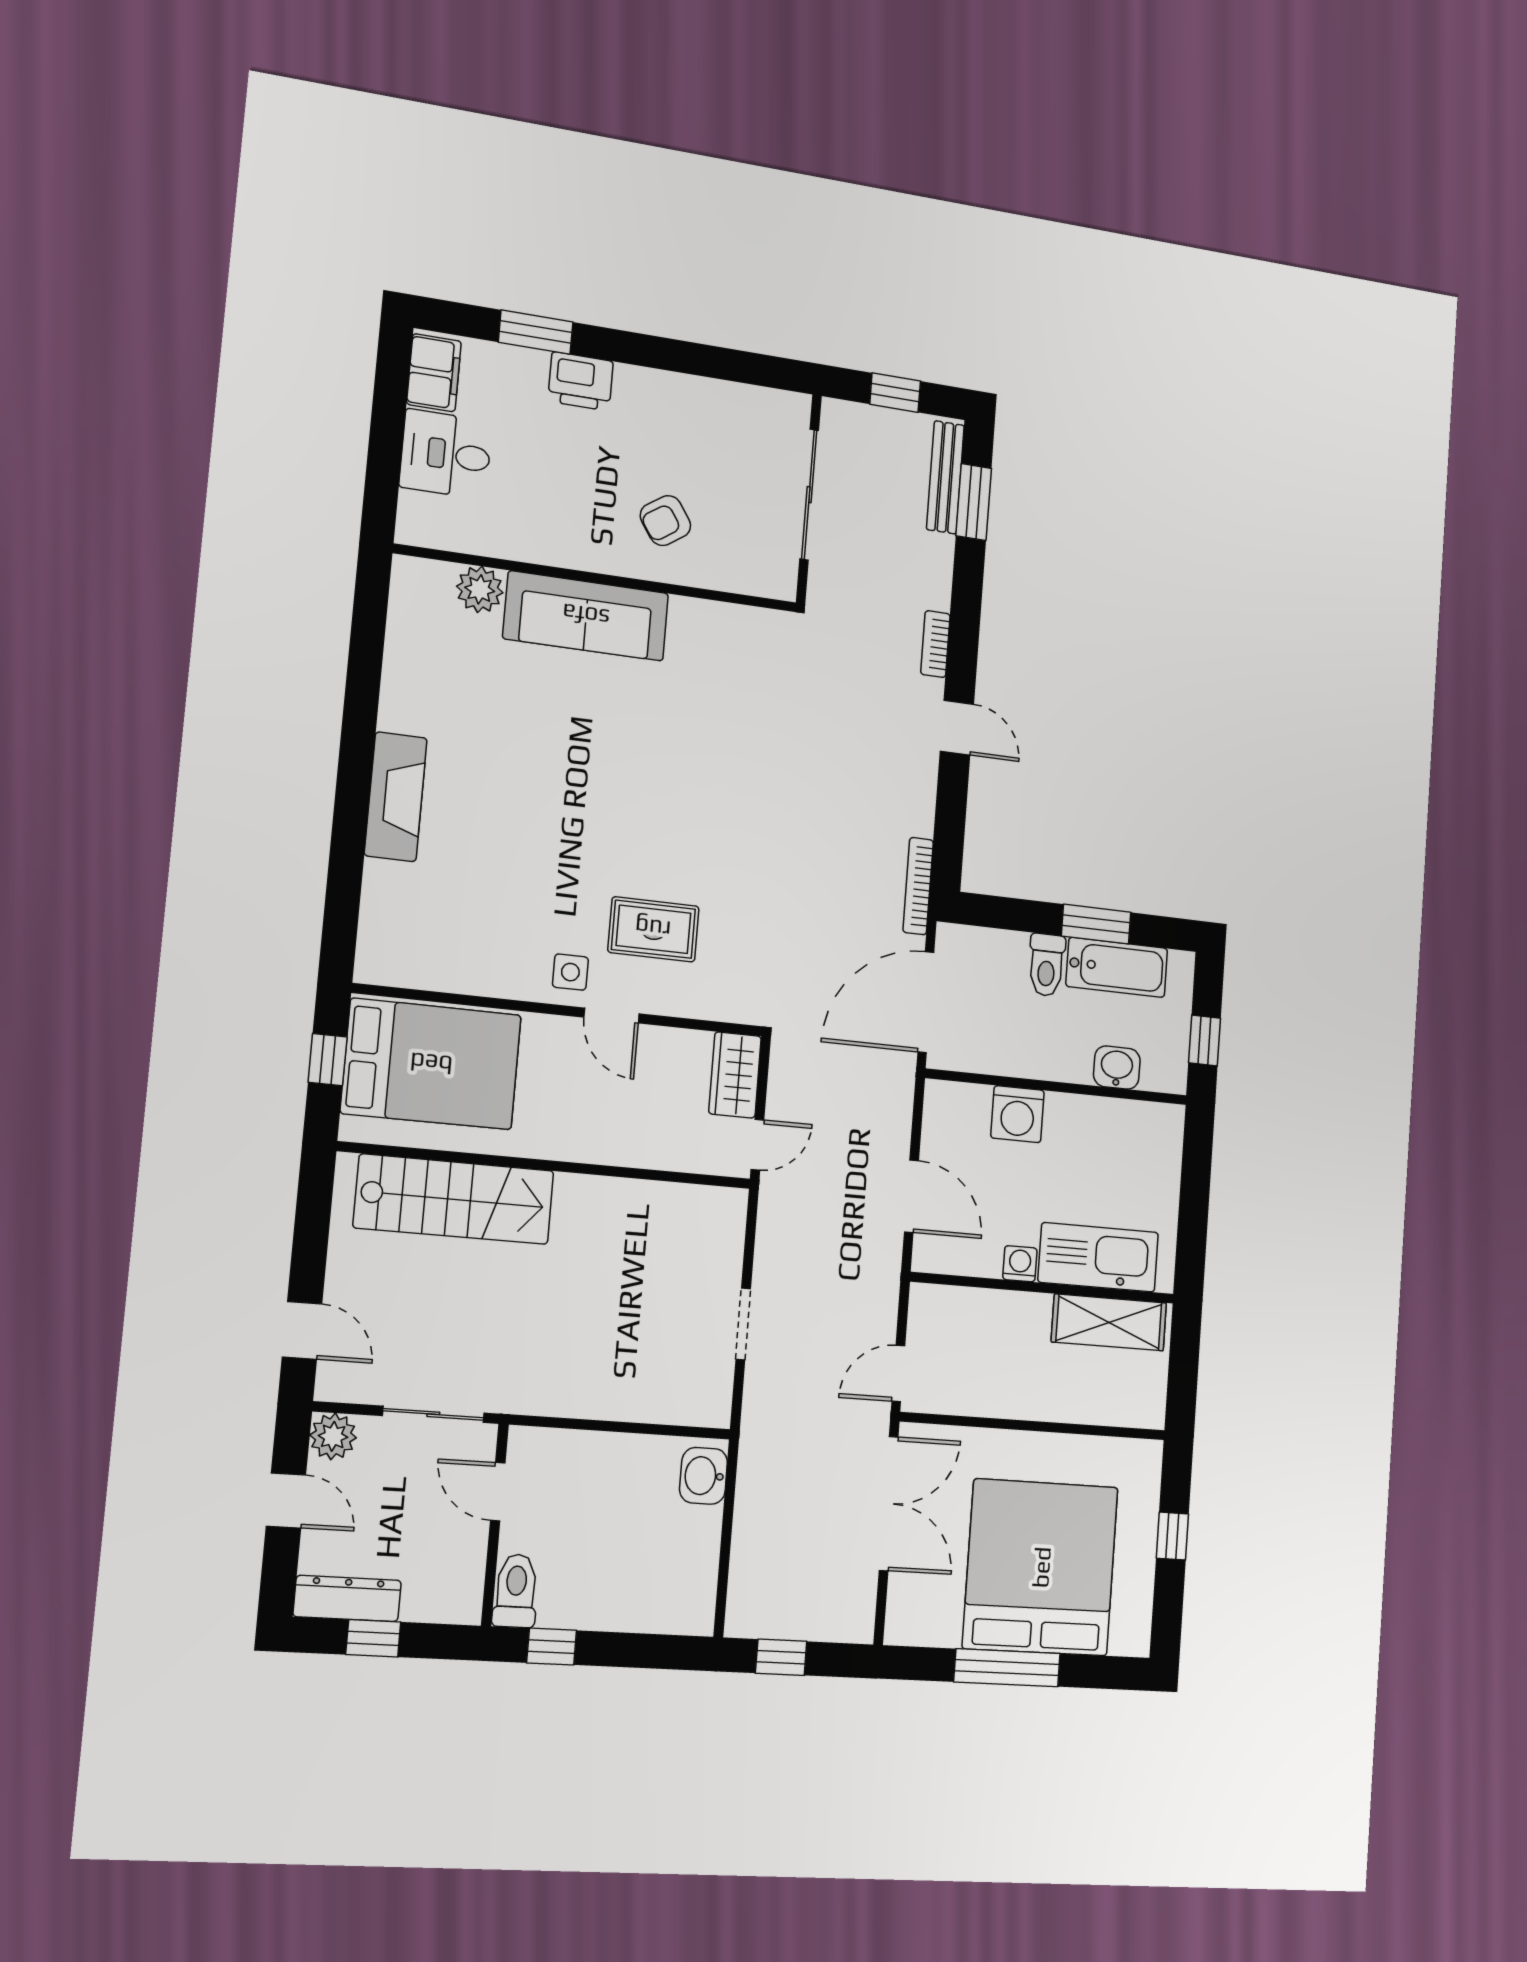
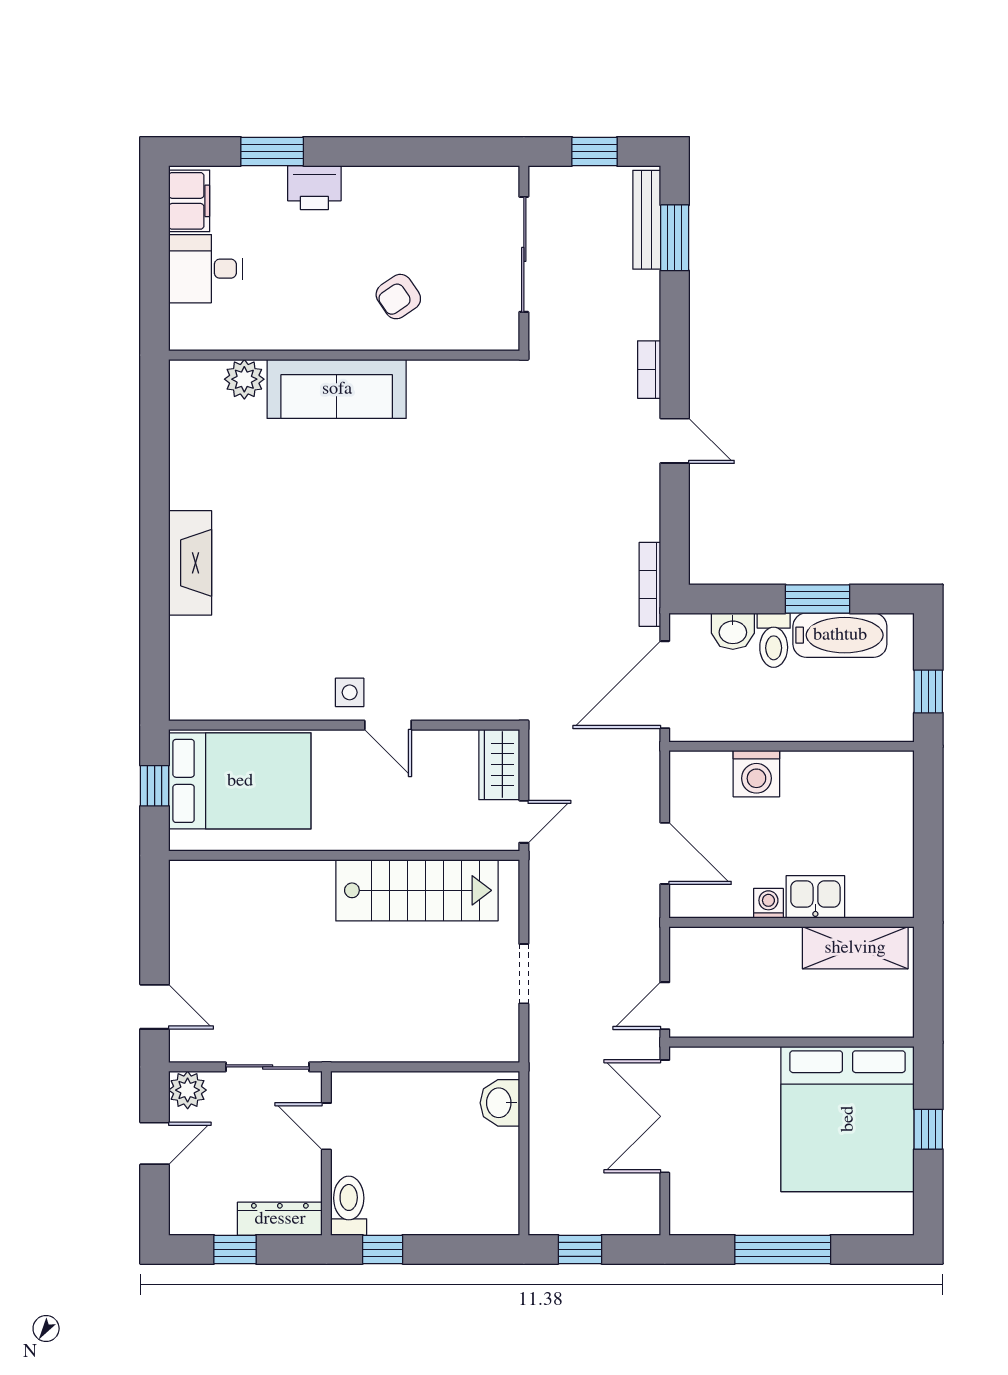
rug: (653, 929) -> (418, 648), removed
washbasin: (1117, 1068) -> (733, 631), moved, turned 180
stairs: (454, 1199) -> (417, 890), moved
kitchen sink: (1098, 1257) -> (815, 897), width x0.53, depth x0.81
door: (286, 1500) -> (155, 1143), hinge flipped
double door: (889, 1504) -> (665, 1116), swing flipped
bed: (1041, 1567) -> (848, 1119), moved, turned 180
dresser: (347, 1598) -> (280, 1219), moved

